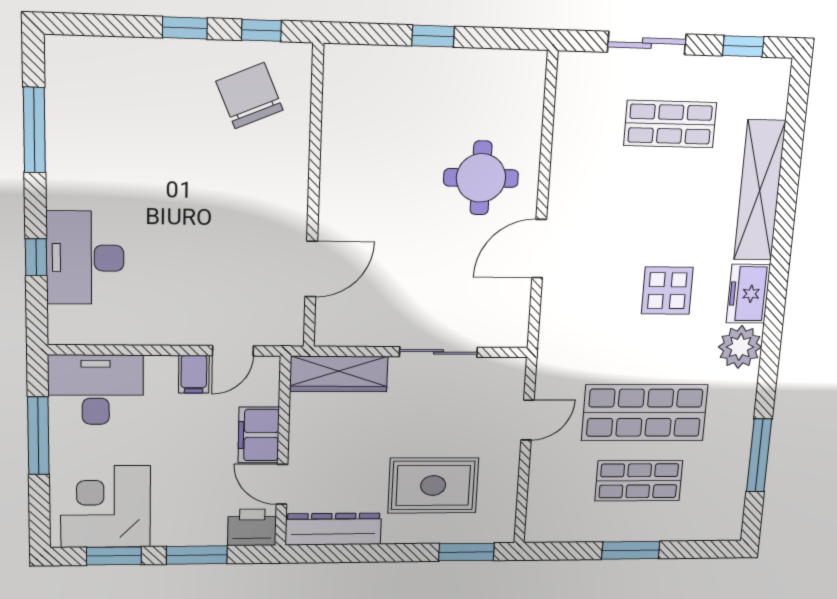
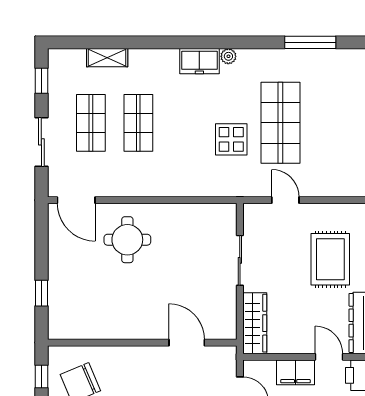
window: (433, 36) -> (41, 293), moved
shelving: (760, 190) -> (107, 58), width x0.45, depth x0.75
door: (539, 249) -> (76, 200), moved
display table: (667, 291) -> (231, 139), moved
plant: (740, 347) -> (228, 56), width x0.53, depth x0.53
shop shelf: (639, 481) -> (138, 123), moved
door: (282, 484) -> (329, 357), swing flipped

